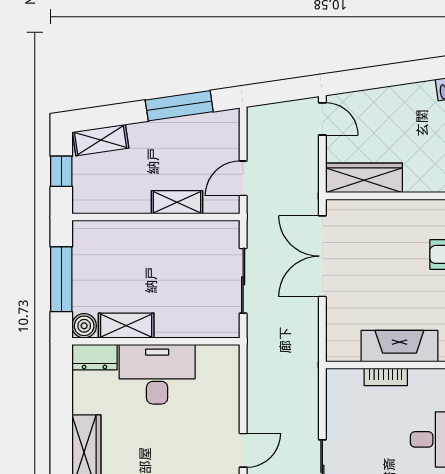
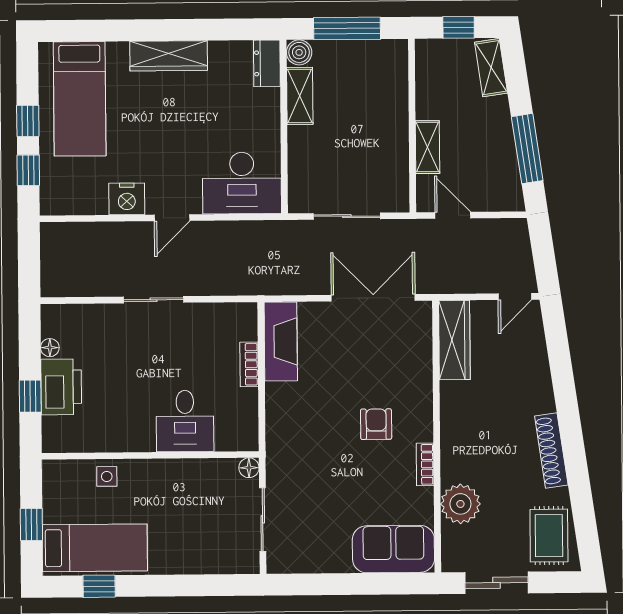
fireplace: (399, 346) -> (281, 341), moved
desk: (157, 374) -> (242, 183), moved, turned 90
door: (243, 450) -> (172, 218), hinge flipped

